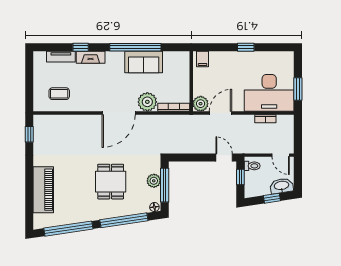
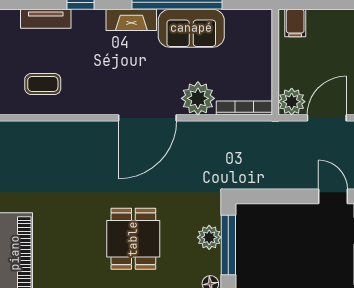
fireplace: (91, 57) -> (131, 20), moved

